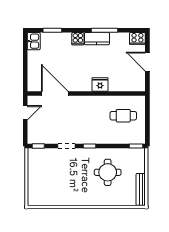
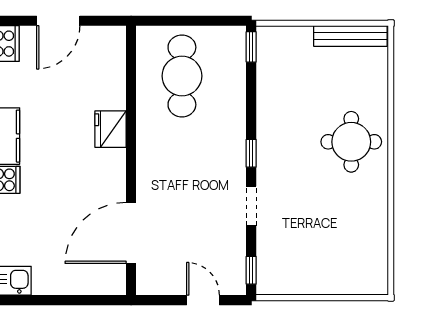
door: (25, 113) -> (203, 300), moved
cafe table: (123, 116) -> (182, 76), width x1.37, depth x1.35
round table: (108, 172) -> (351, 142), moved

